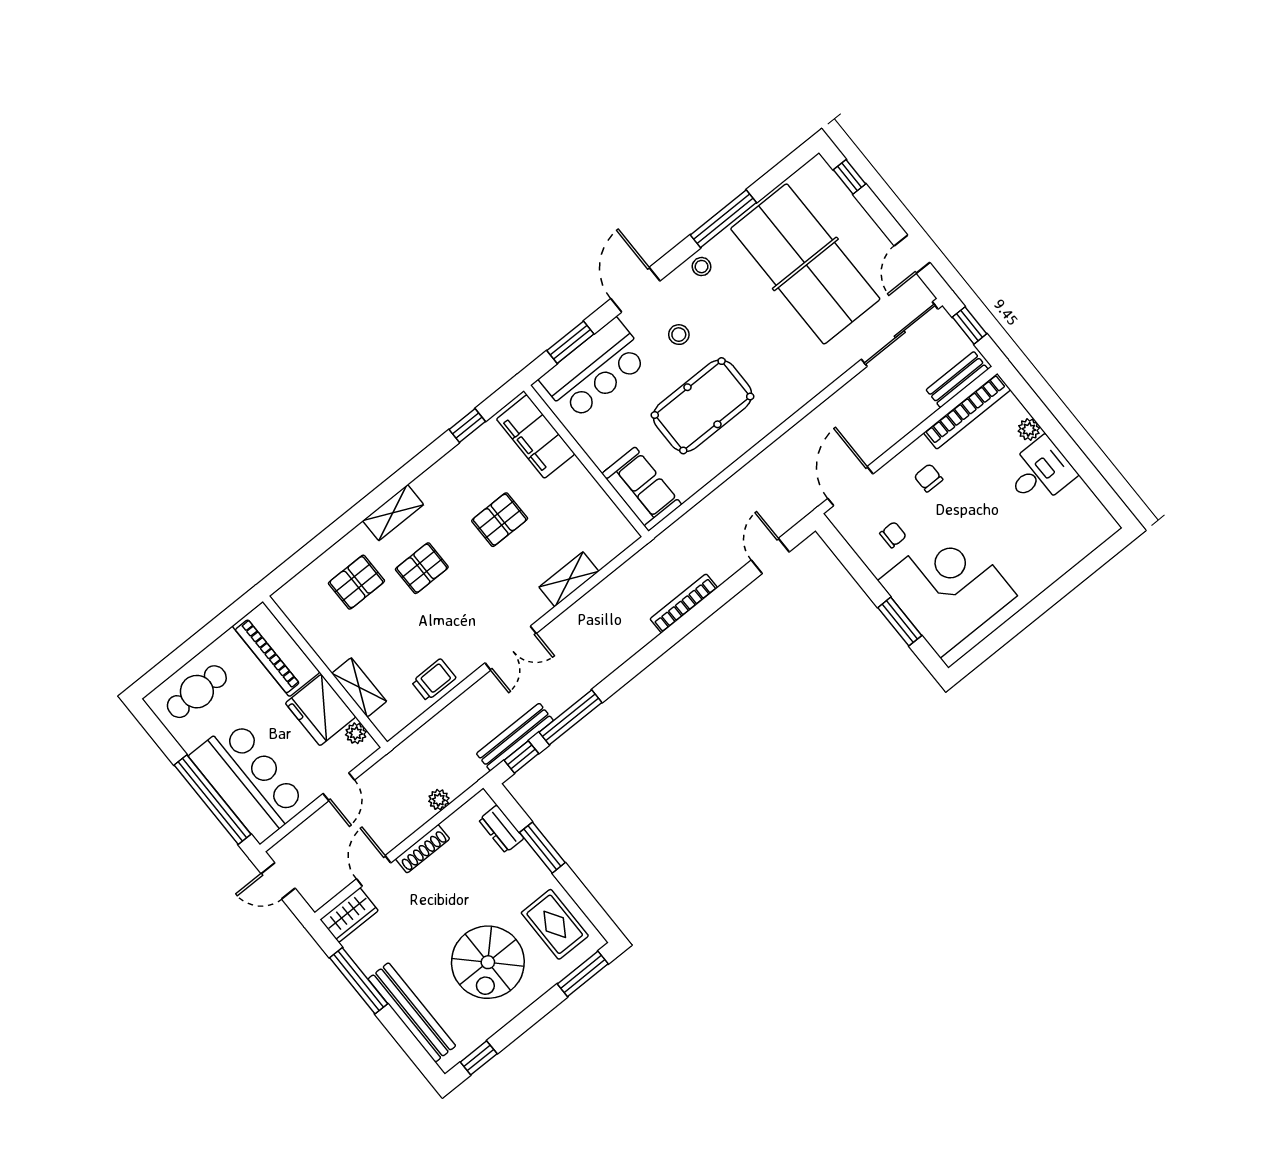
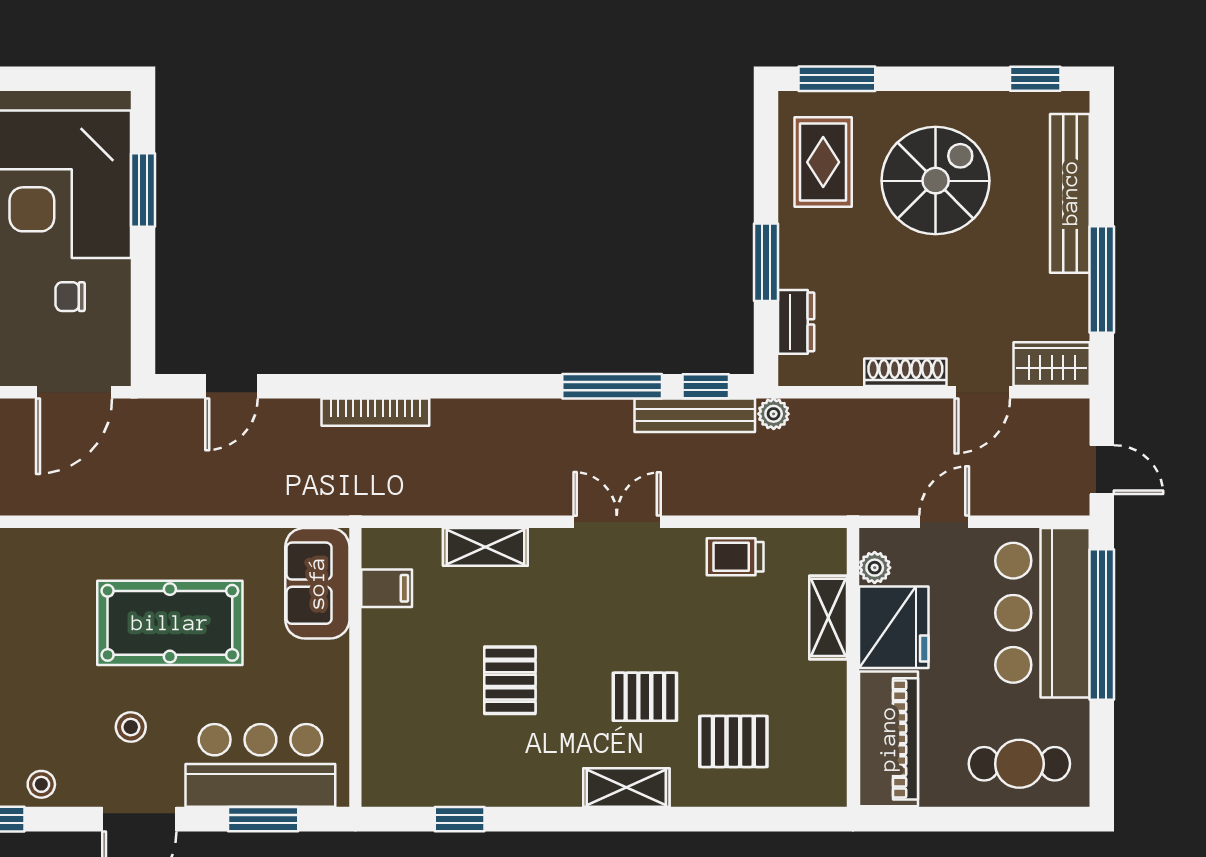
filing cabinet: (536, 436) -> (387, 588), moved, width x0.33, depth x0.86
pallet: (500, 520) -> (510, 680), turned 90
plant: (439, 800) -> (774, 414), moved

